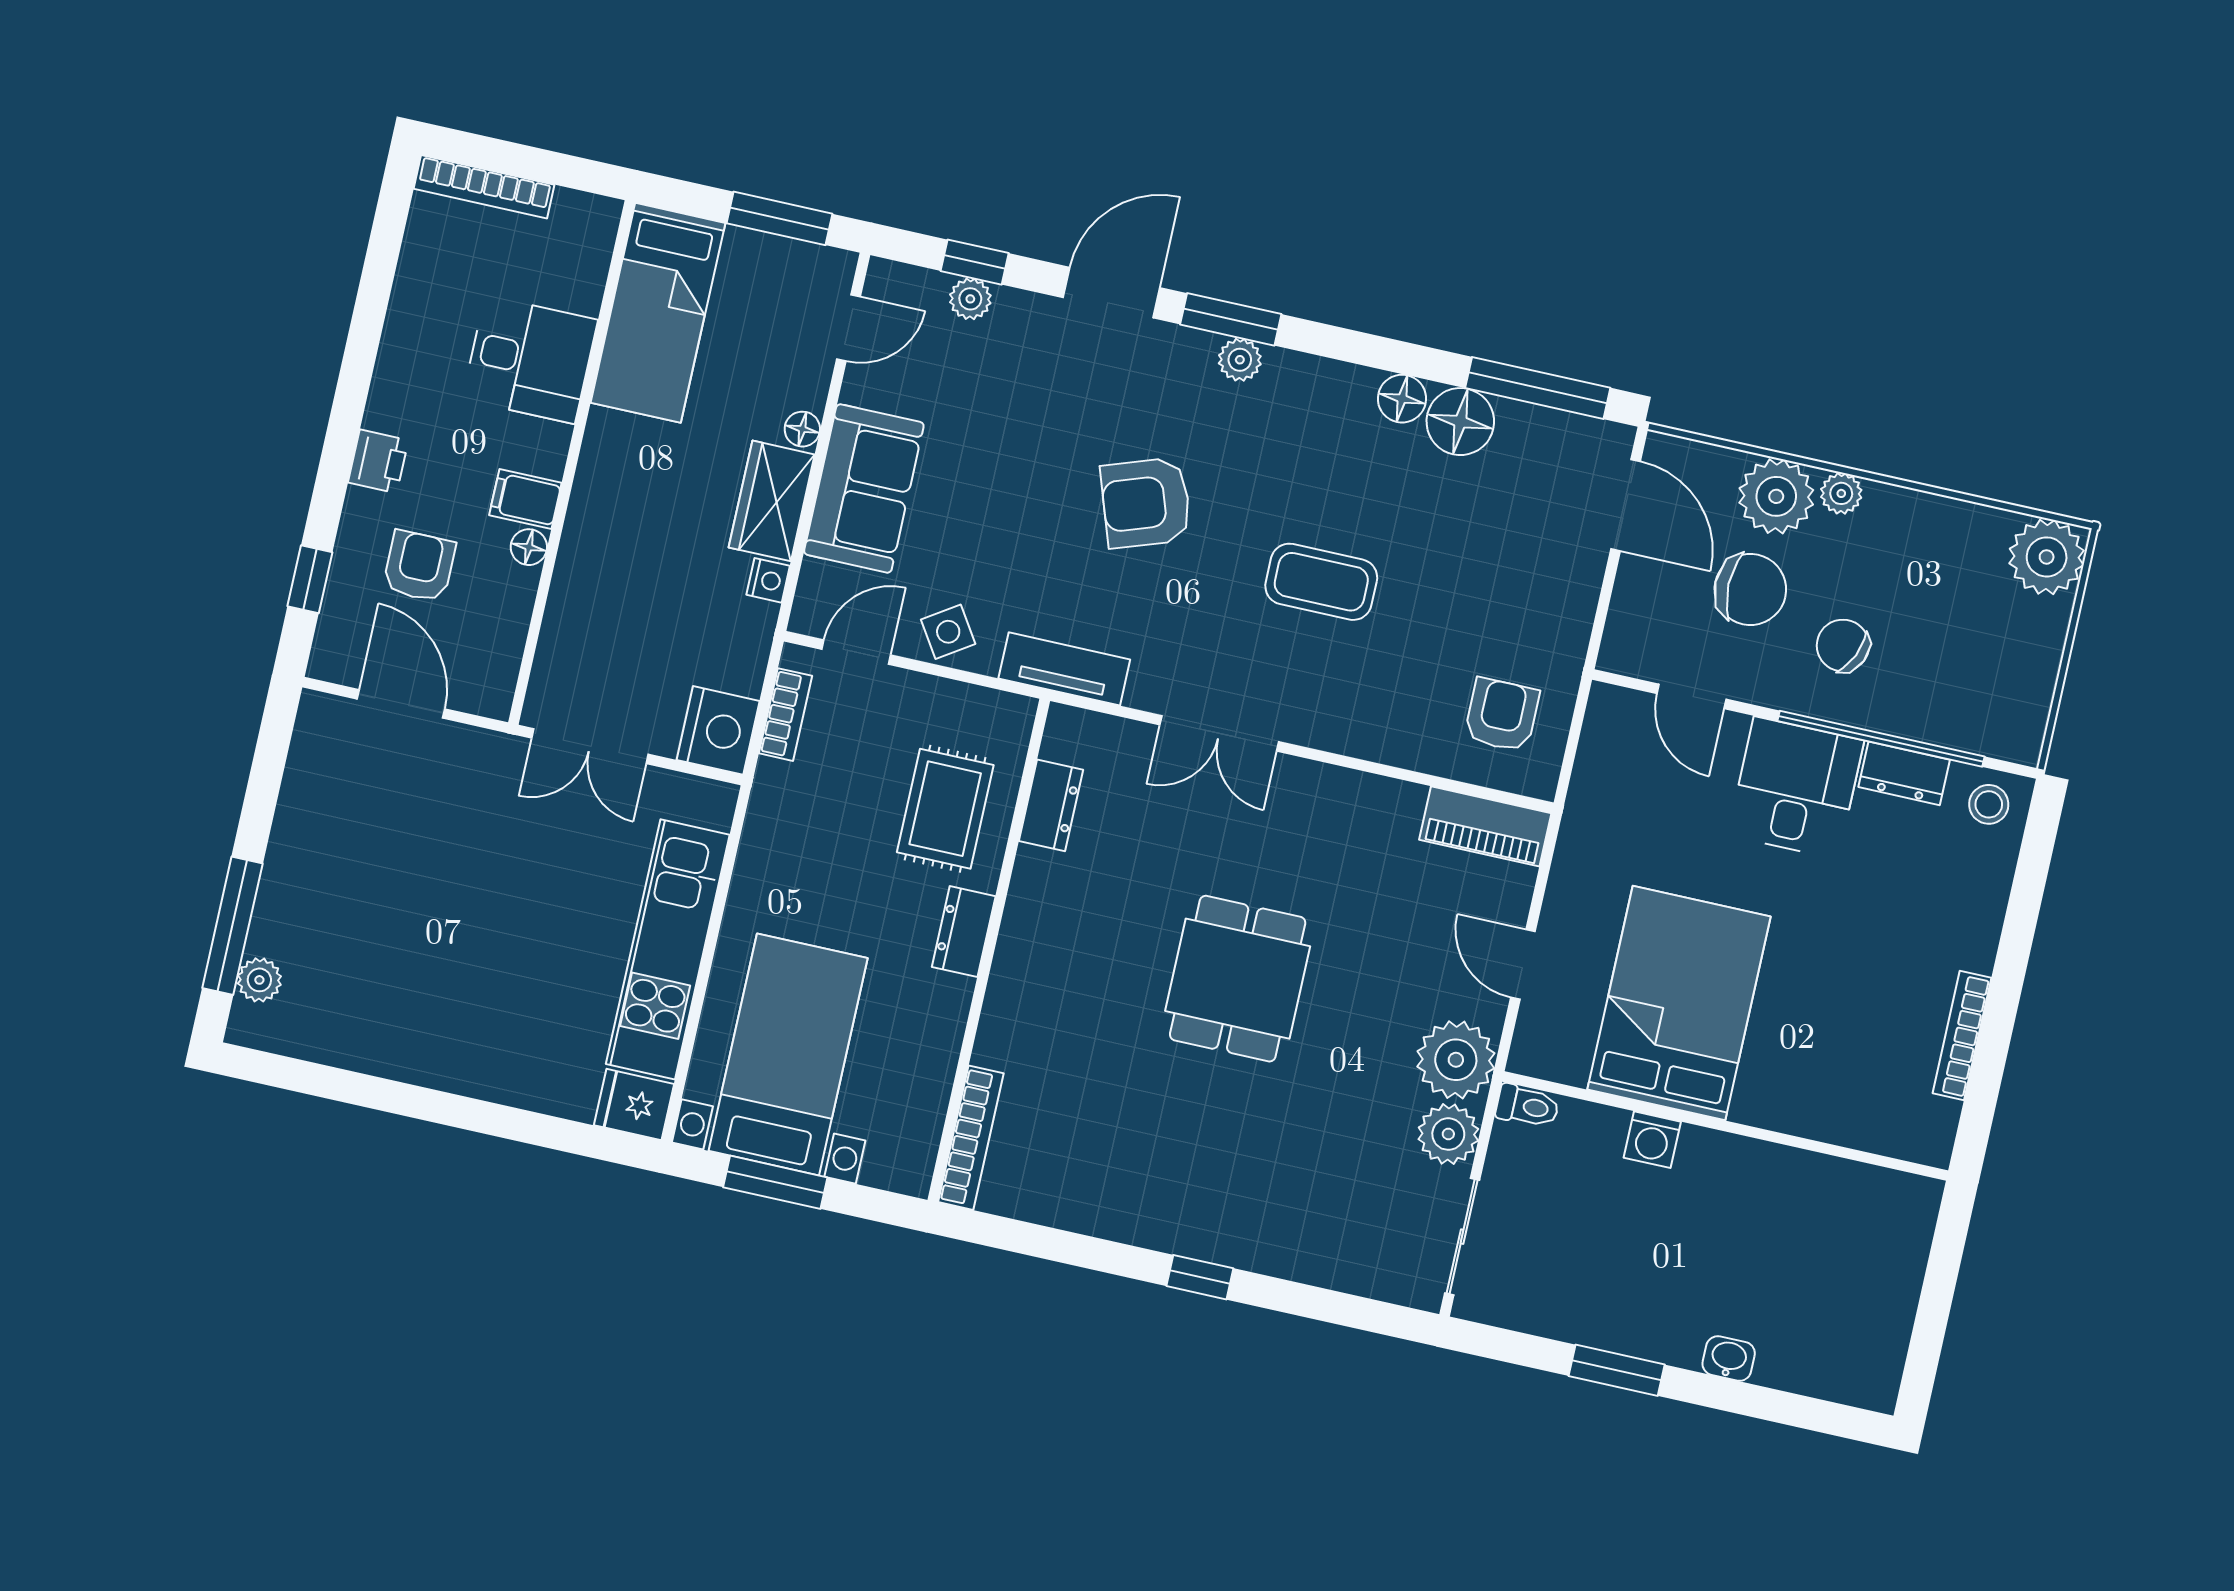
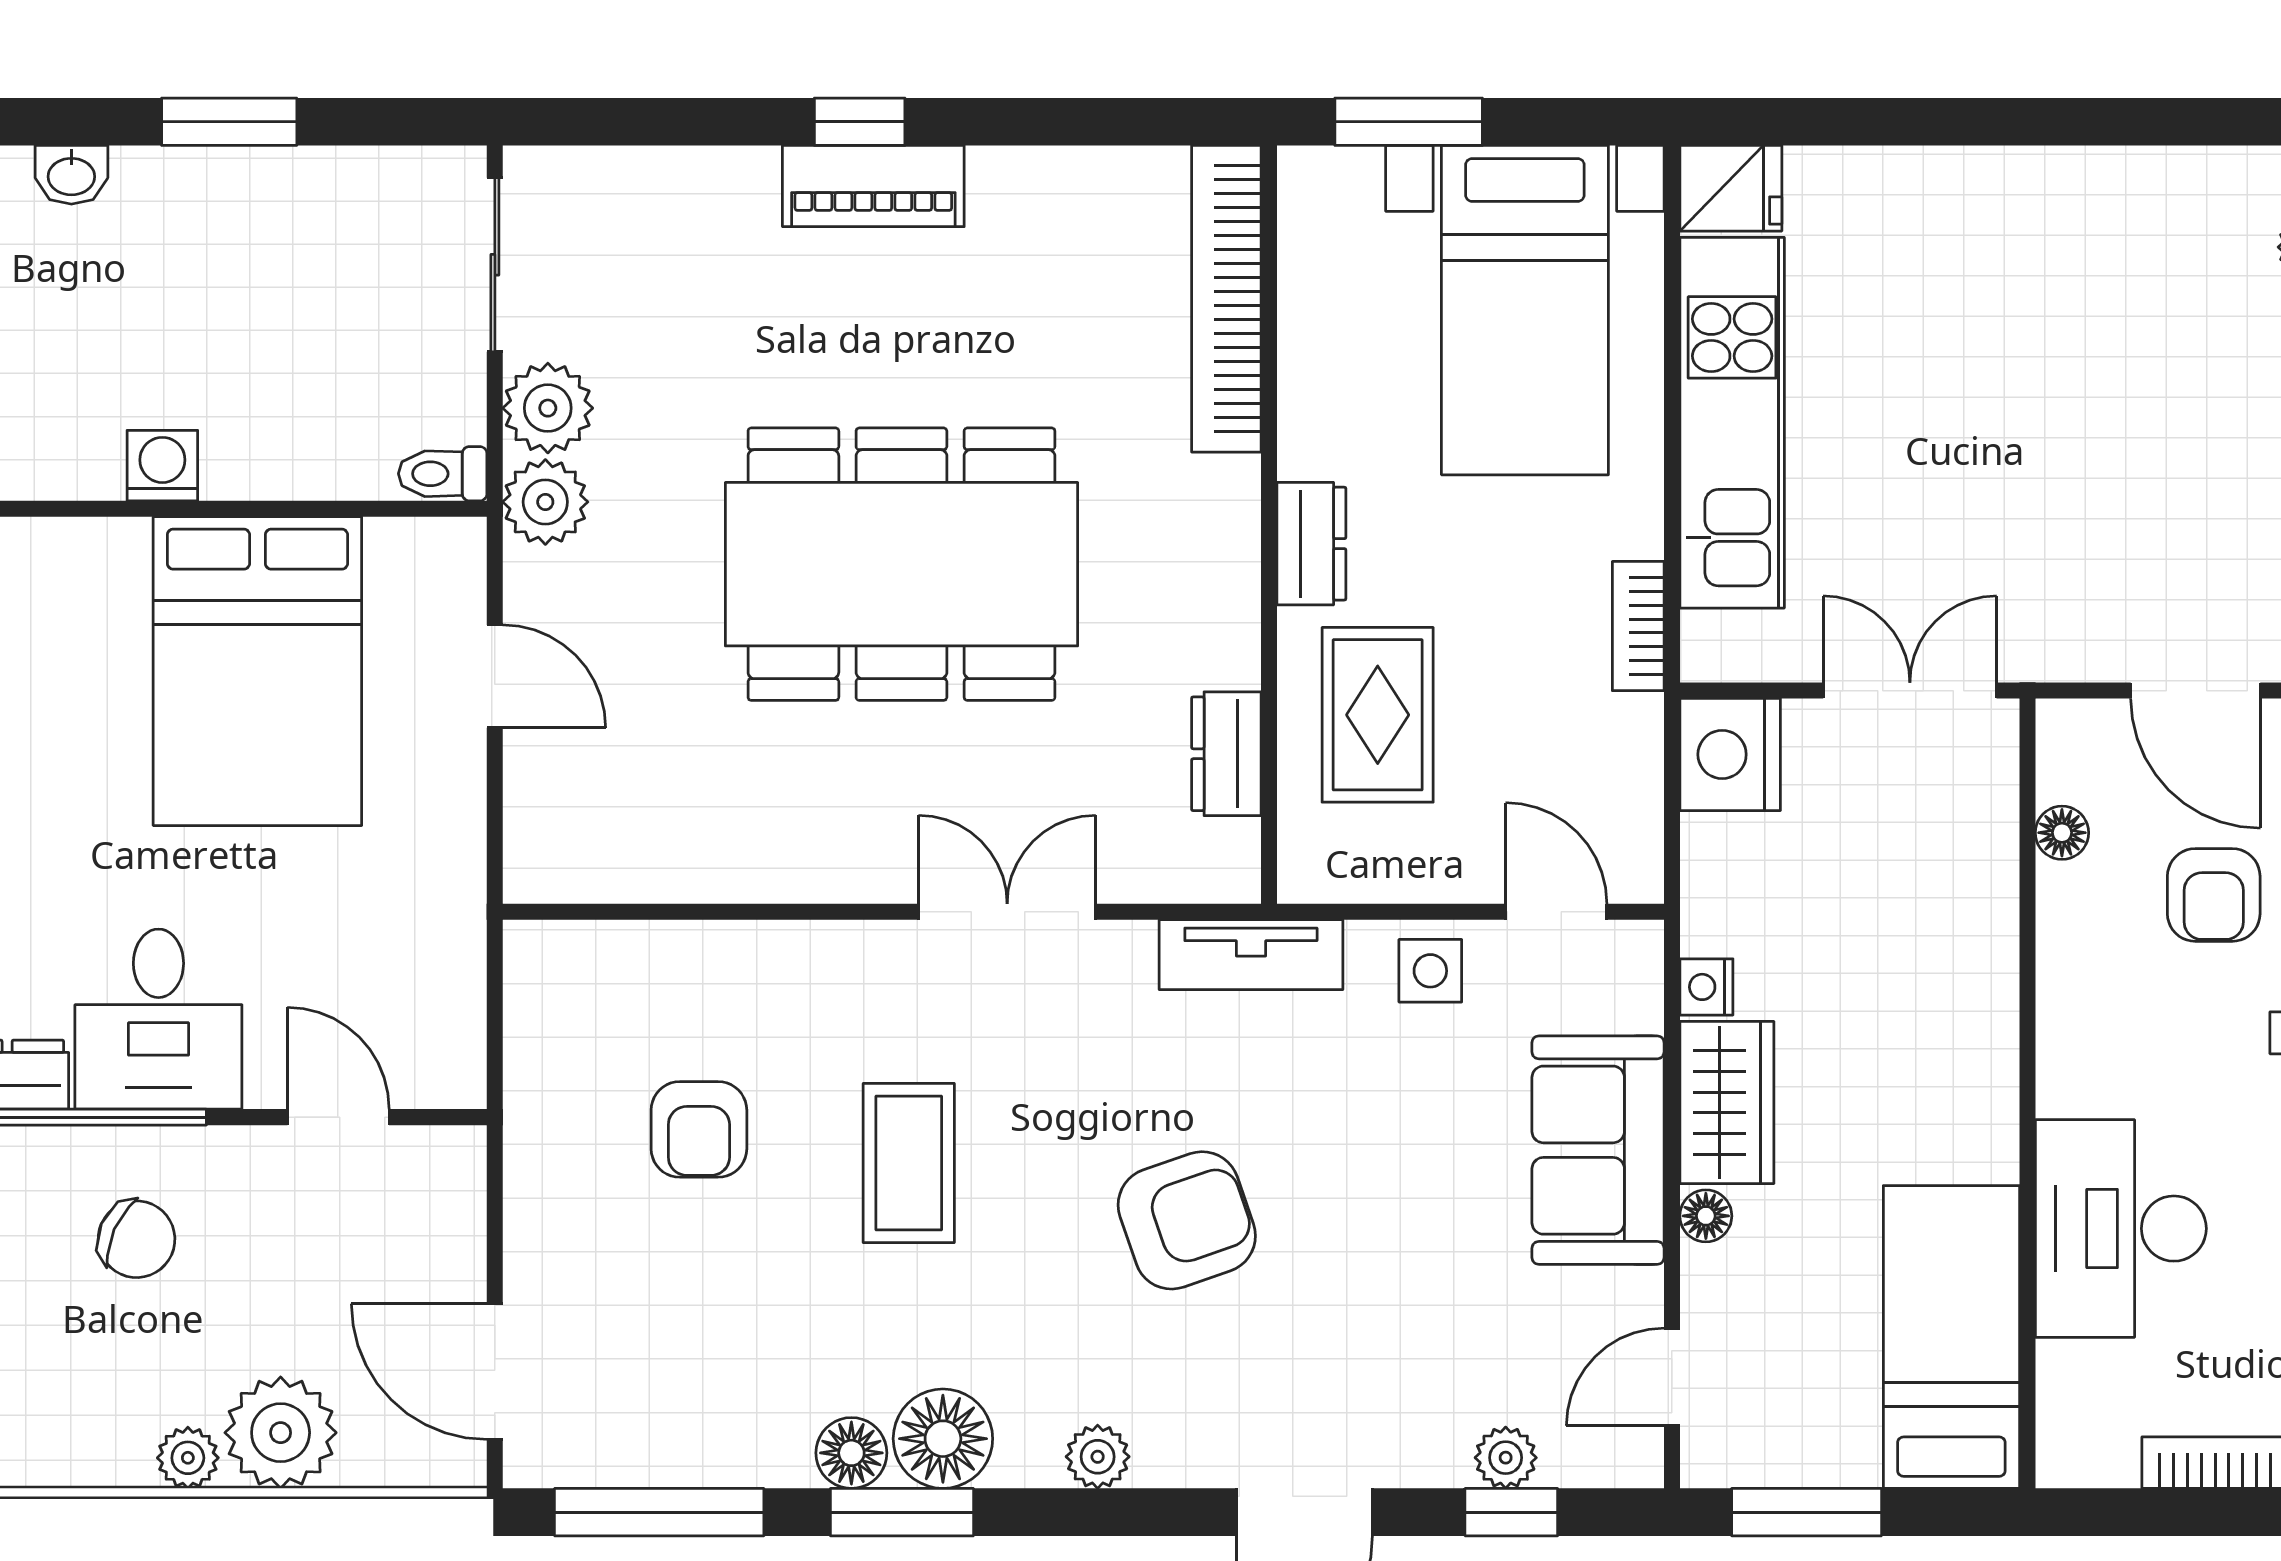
window: (1231, 319) -> (902, 1512), moved
desk: (530, 359) -> (2121, 1229), width x1.37
floor lamp: (1460, 422) -> (943, 1439), moved
filing cabinet: (525, 499) -> (2082, 1026), removed
floor lamp: (529, 547) -> (2062, 833), moved
coffee table: (1321, 582) -> (909, 1163), turned 90
chair: (1750, 589) -> (288, 1290), removed
side table: (948, 632) -> (1430, 971), turned 33
door: (856, 652) -> (1556, 912), swing flipped
bookcase: (785, 715) -> (1638, 626), moved
armchair: (1502, 715) -> (699, 1129), moved
piano: (1485, 826) -> (873, 186), moved, turned 180
dining table: (1238, 979) -> (901, 564), width x1.88, depth x1.24
plant: (1456, 1060) -> (545, 502), width x0.73, depth x0.73
bookcase: (971, 1138) -> (1226, 299), width x1.48, depth x1.31
washing machine: (1652, 1140) -> (162, 466), moved
window: (775, 1182) -> (1409, 122), moved

